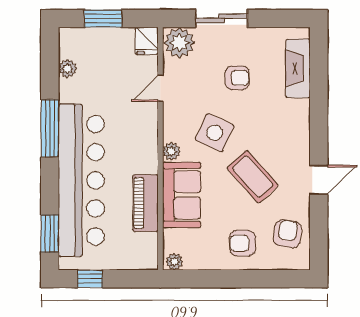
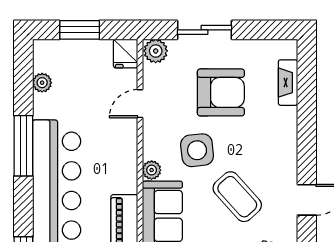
plant: (179, 43) -> (156, 51), width x0.73, depth x0.73
fireplace: (298, 68) -> (288, 83), width x0.73, depth x0.76
armchair: (237, 78) -> (221, 92), width x1.88, depth x1.88
side table: (215, 133) -> (197, 150), turned -31

